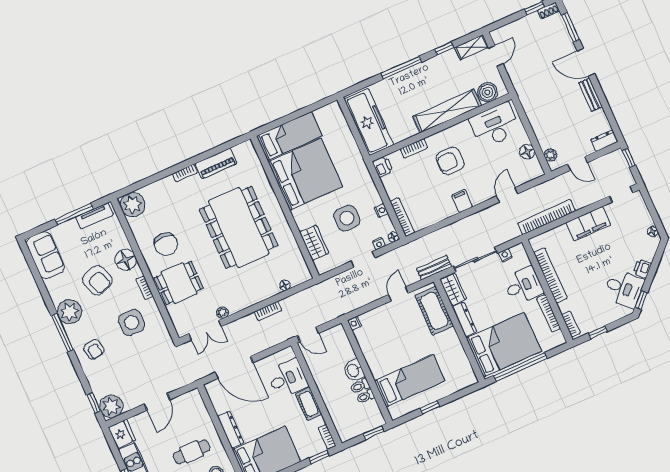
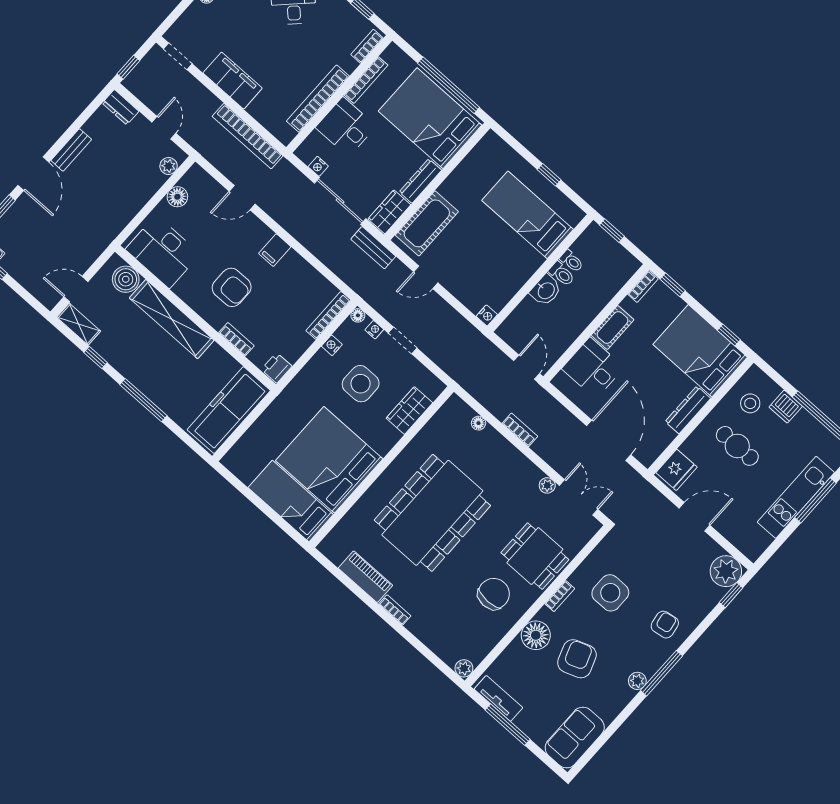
plant: (132, 205) -> (464, 668), width x0.53, depth x0.53
plant: (70, 312) -> (637, 681), width x0.53, depth x0.53
fridge: (122, 434) -> (677, 470), moved, turned 180

